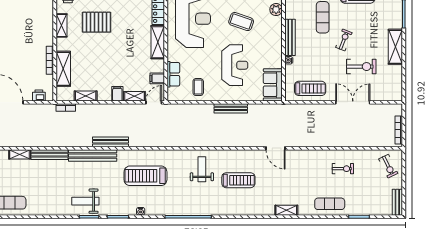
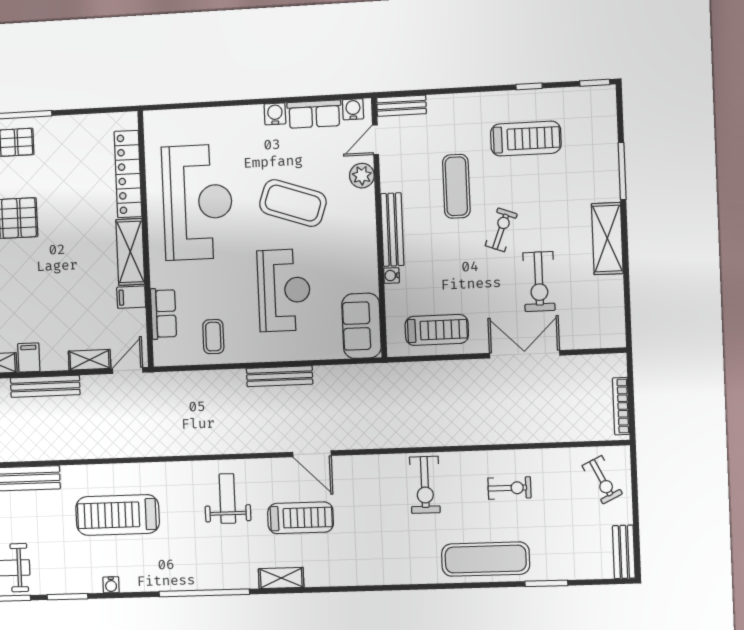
coffee table: (241, 22) -> (293, 203), width x1.36, depth x1.32
exercise bike: (361, 67) -> (539, 281), turned 90
filing cabinet: (157, 78) -> (131, 297), moved
filing cabinet: (117, 94) -> (29, 358), moved
bench: (111, 142) -> (45, 386), moved
door: (276, 148) -> (312, 454), moved
exercise bike: (301, 166) -> (425, 485), added
exercise mat: (330, 204) -> (486, 559), width x1.36, depth x1.45
shelving: (286, 210) -> (281, 578), moved

